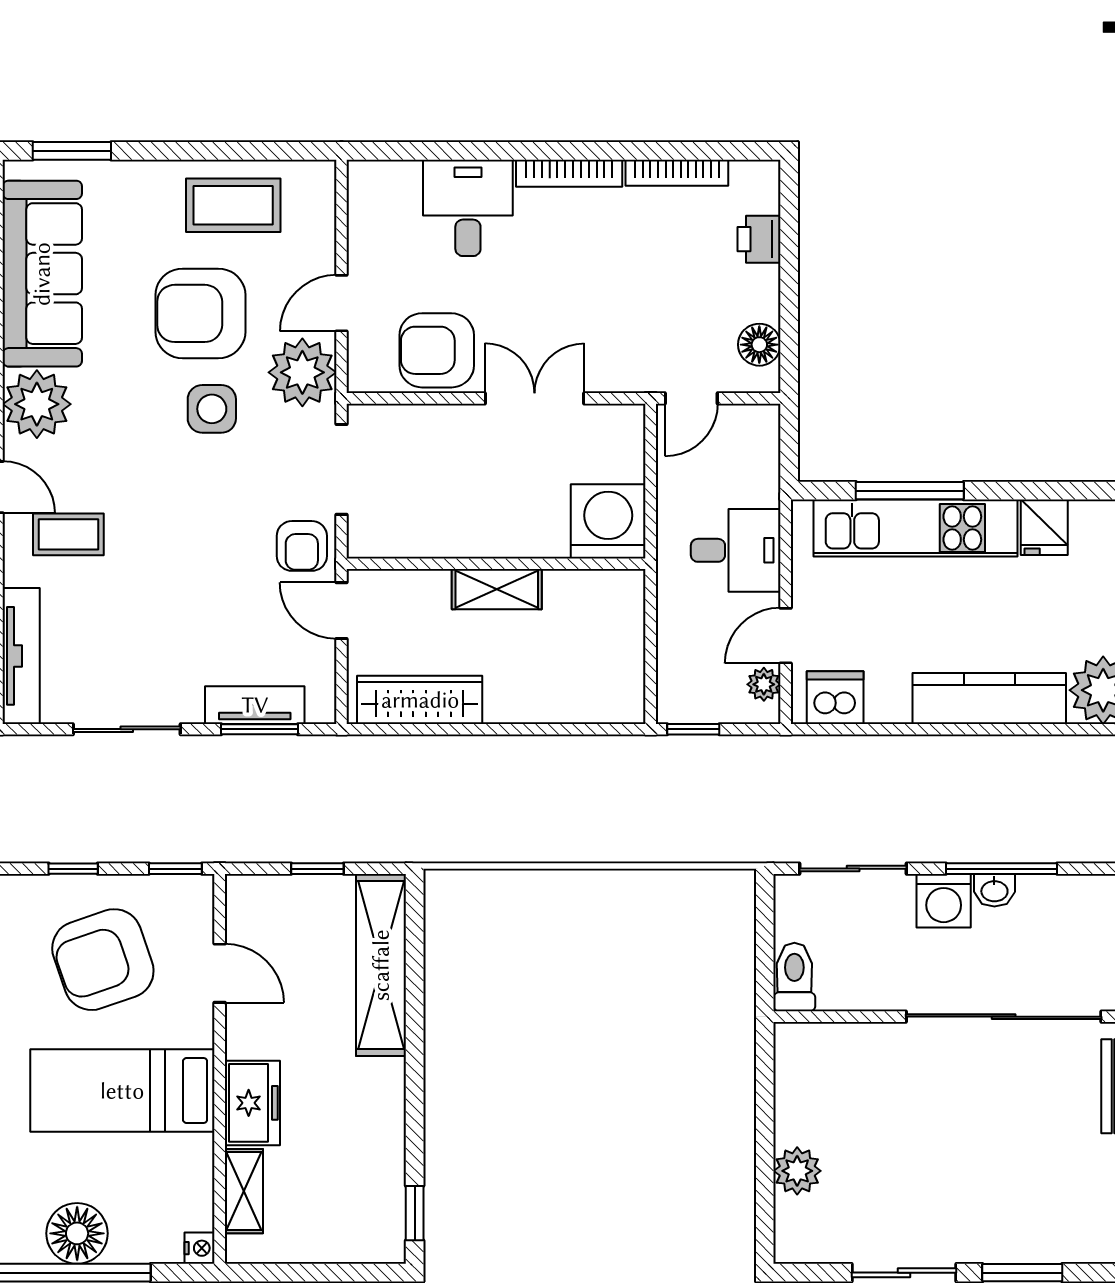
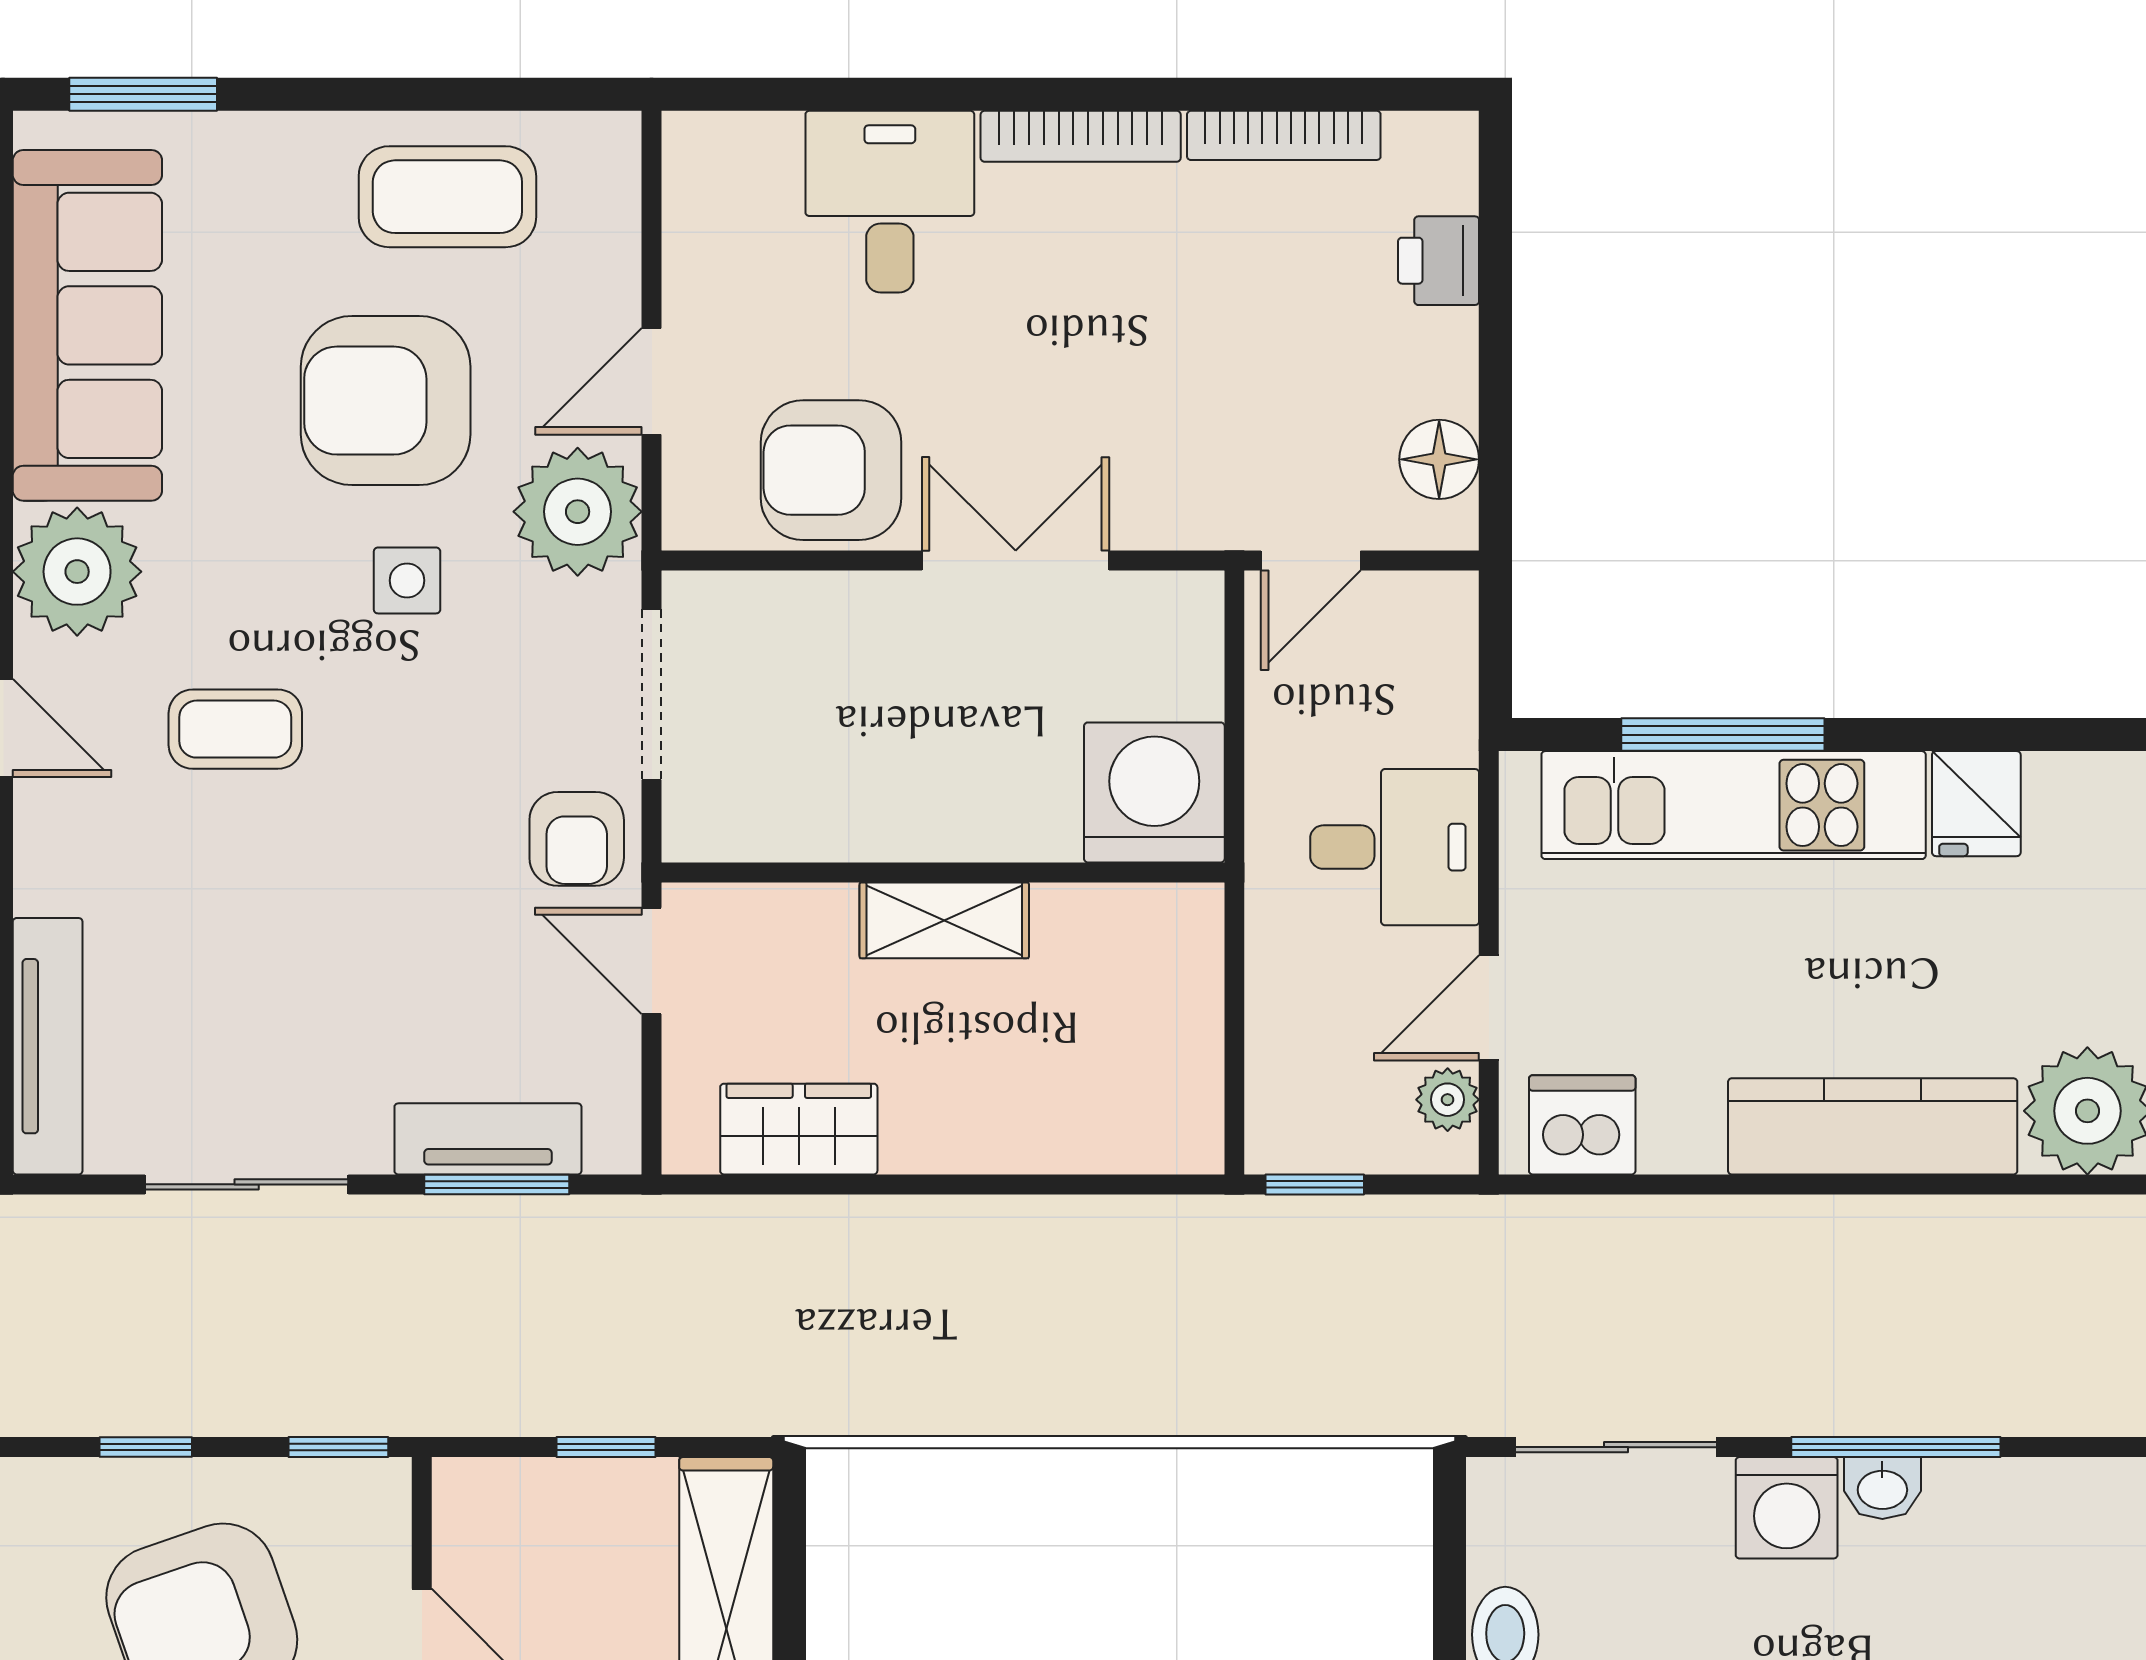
side table: (212, 409) -> (407, 580), width x0.73, depth x0.73
coffee table: (68, 534) -> (235, 729), moved
wardrobe: (420, 700) -> (799, 1129), width x0.67

